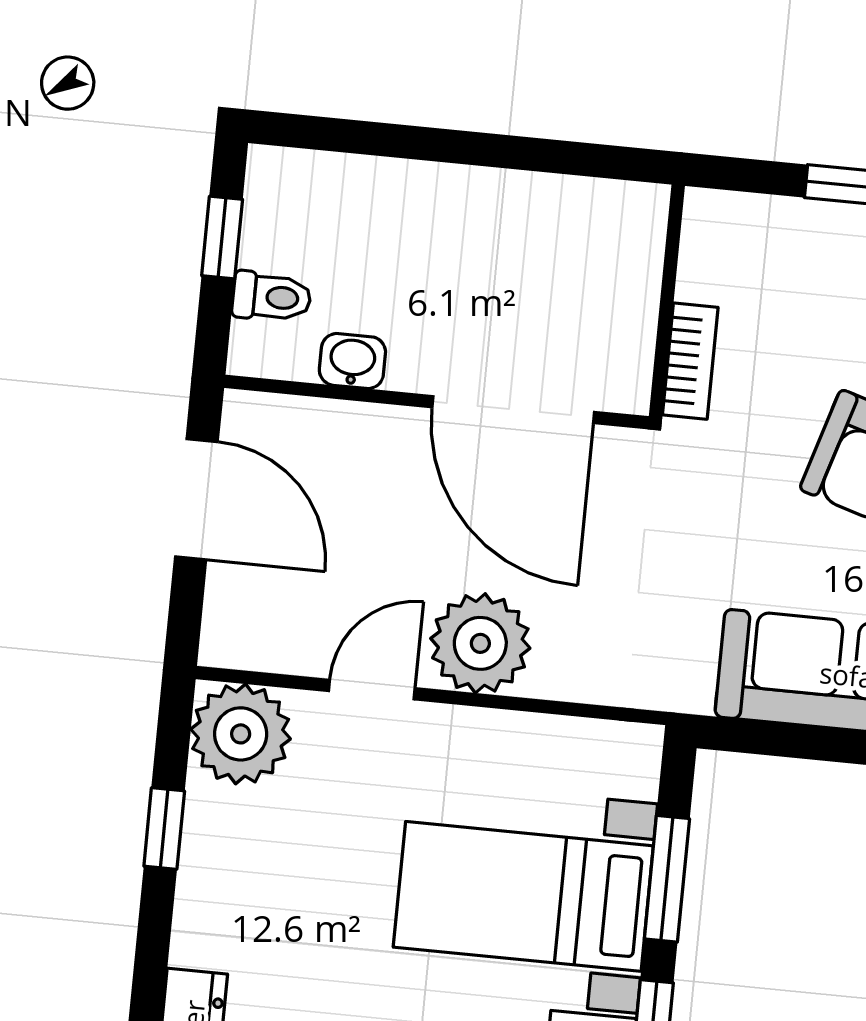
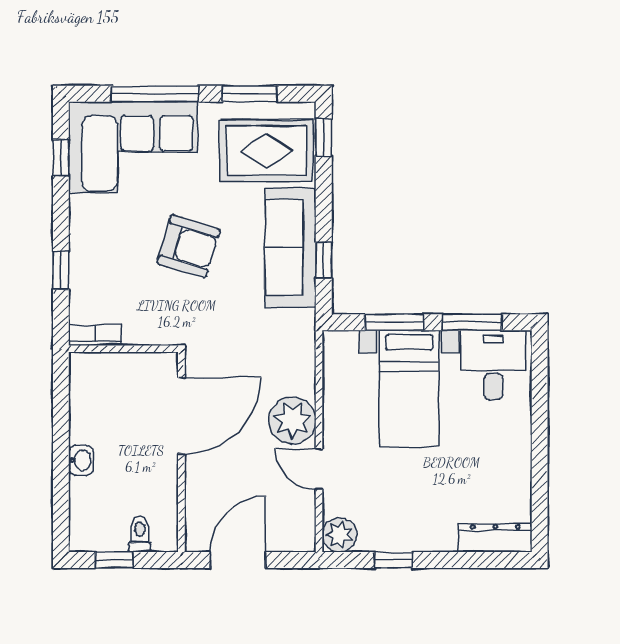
washbasin: (352, 361) -> (81, 460), moved, turned 180
bookcase: (690, 361) -> (95, 335), moved
plant: (241, 734) -> (340, 535), width x0.73, depth x0.73
window: (813, 743) -> (324, 260), added

